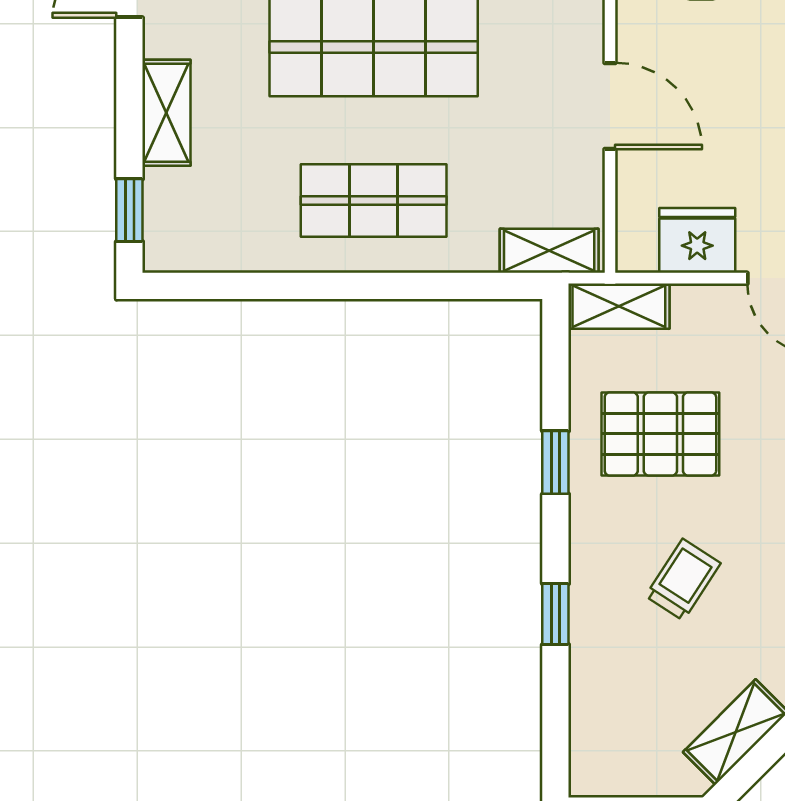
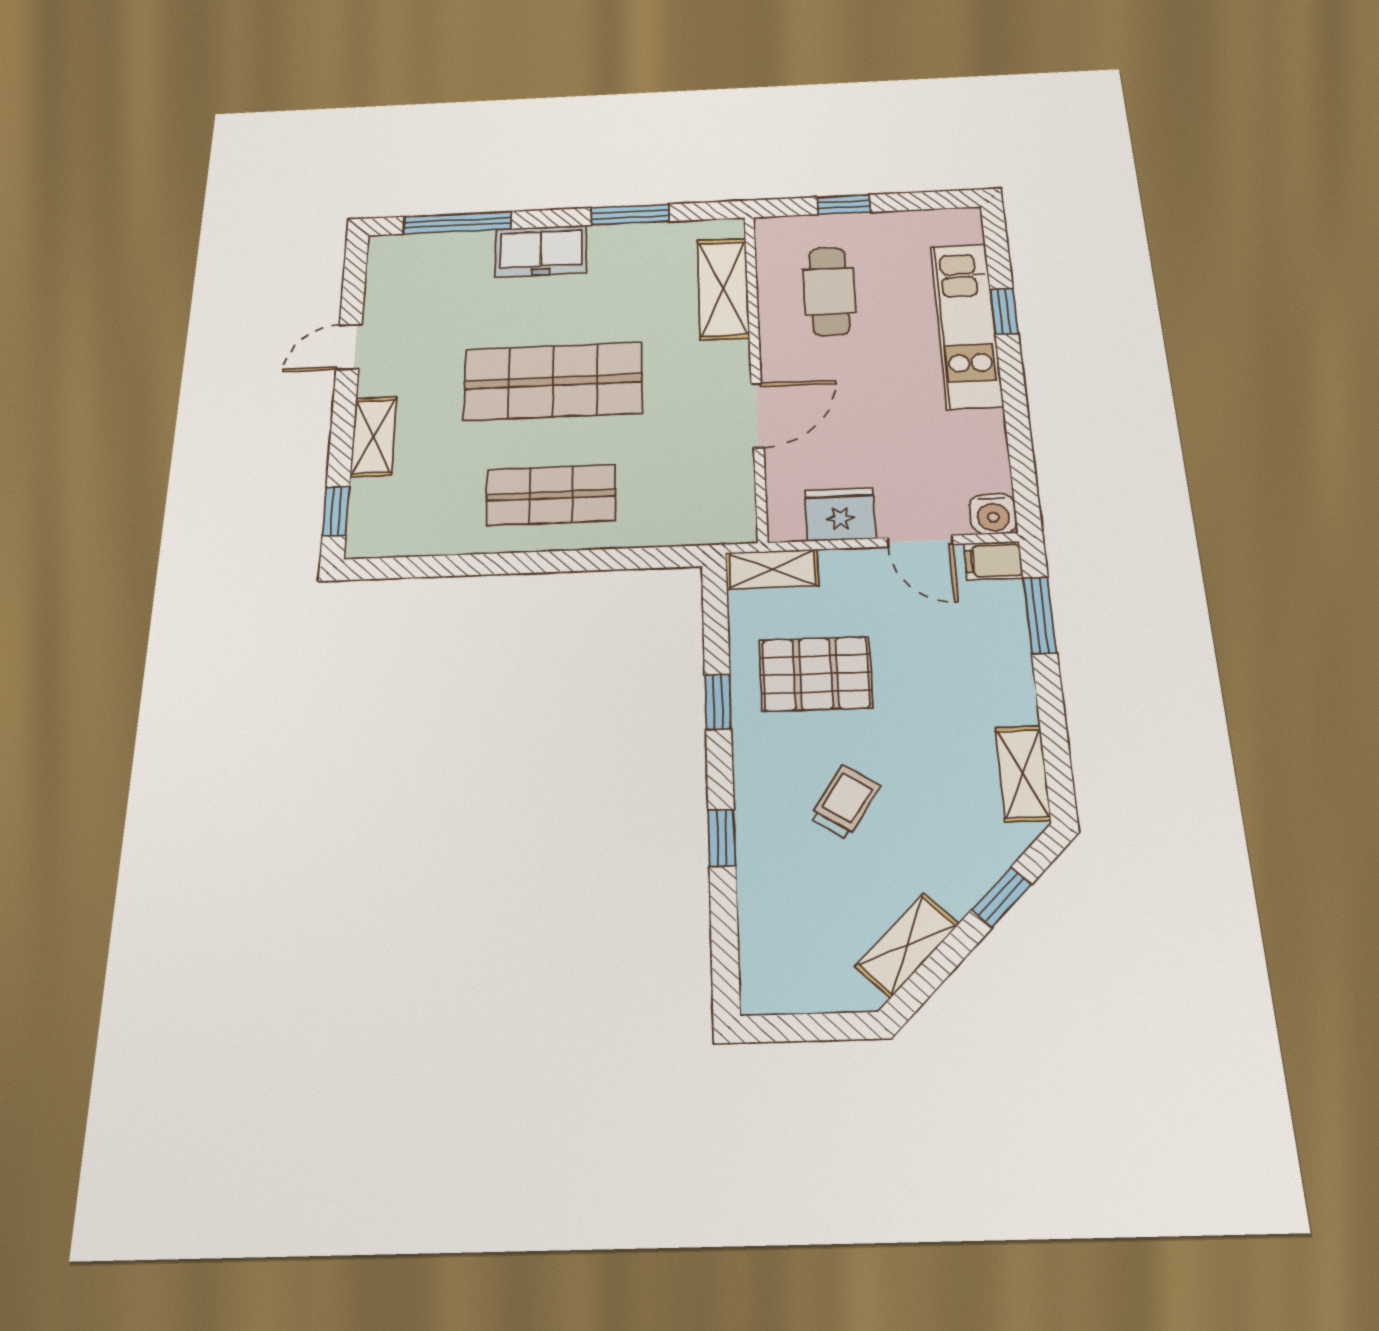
door: (610, 106) -> (757, 415), hinge flipped
shelving: (549, 251) -> (707, 528), removed

